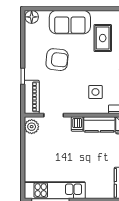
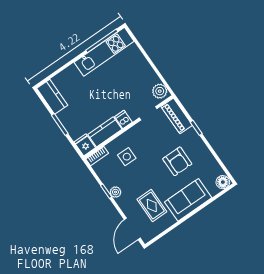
armchair: (57, 60) -> (177, 161), turned -96

